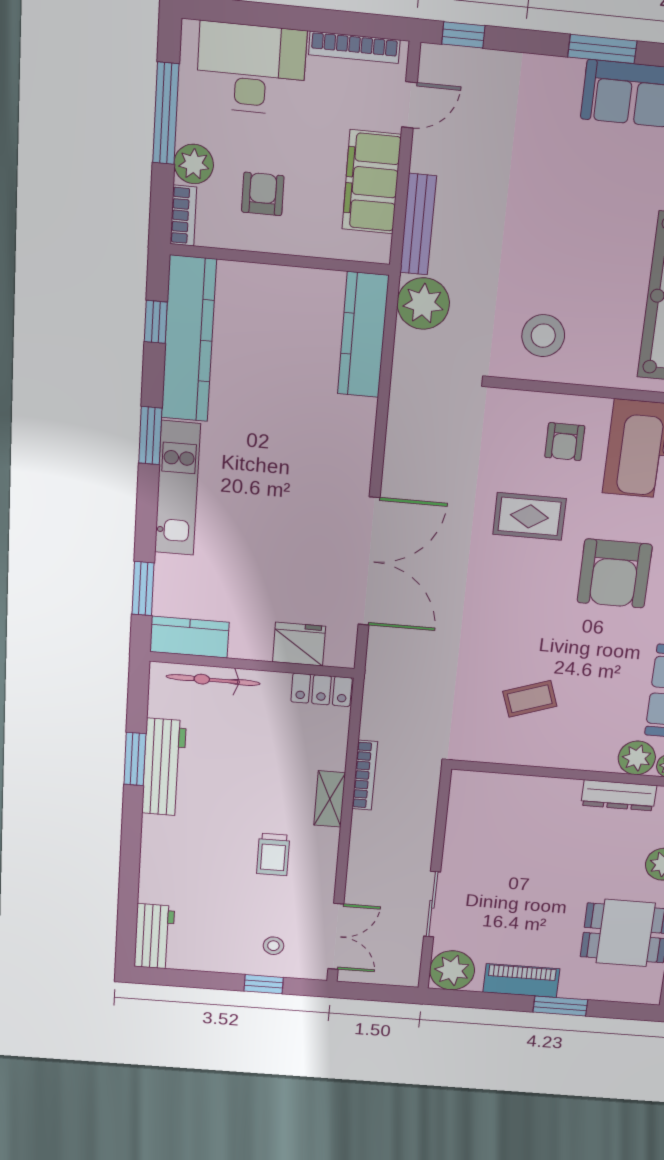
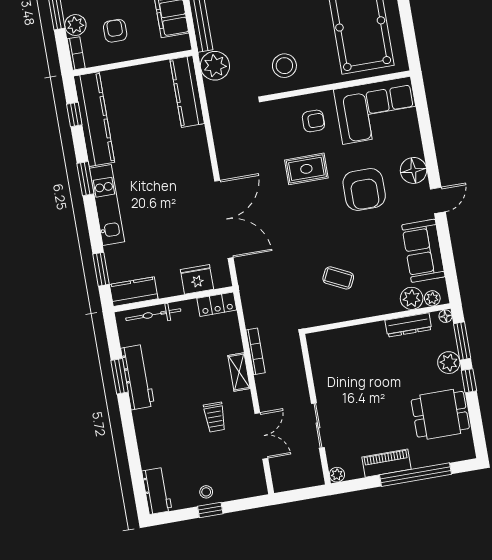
armchair: (565, 442) -> (313, 121), turned -90
coffee table: (530, 699) -> (338, 278), turned 45
double door: (336, 936) -> (261, 436), moved
stool: (273, 946) -> (206, 492), moved
plant: (452, 970) -> (337, 475), width x0.53, depth x0.53
window: (264, 984) -> (210, 510), moved
window: (560, 1006) -> (416, 475), width x2.11

